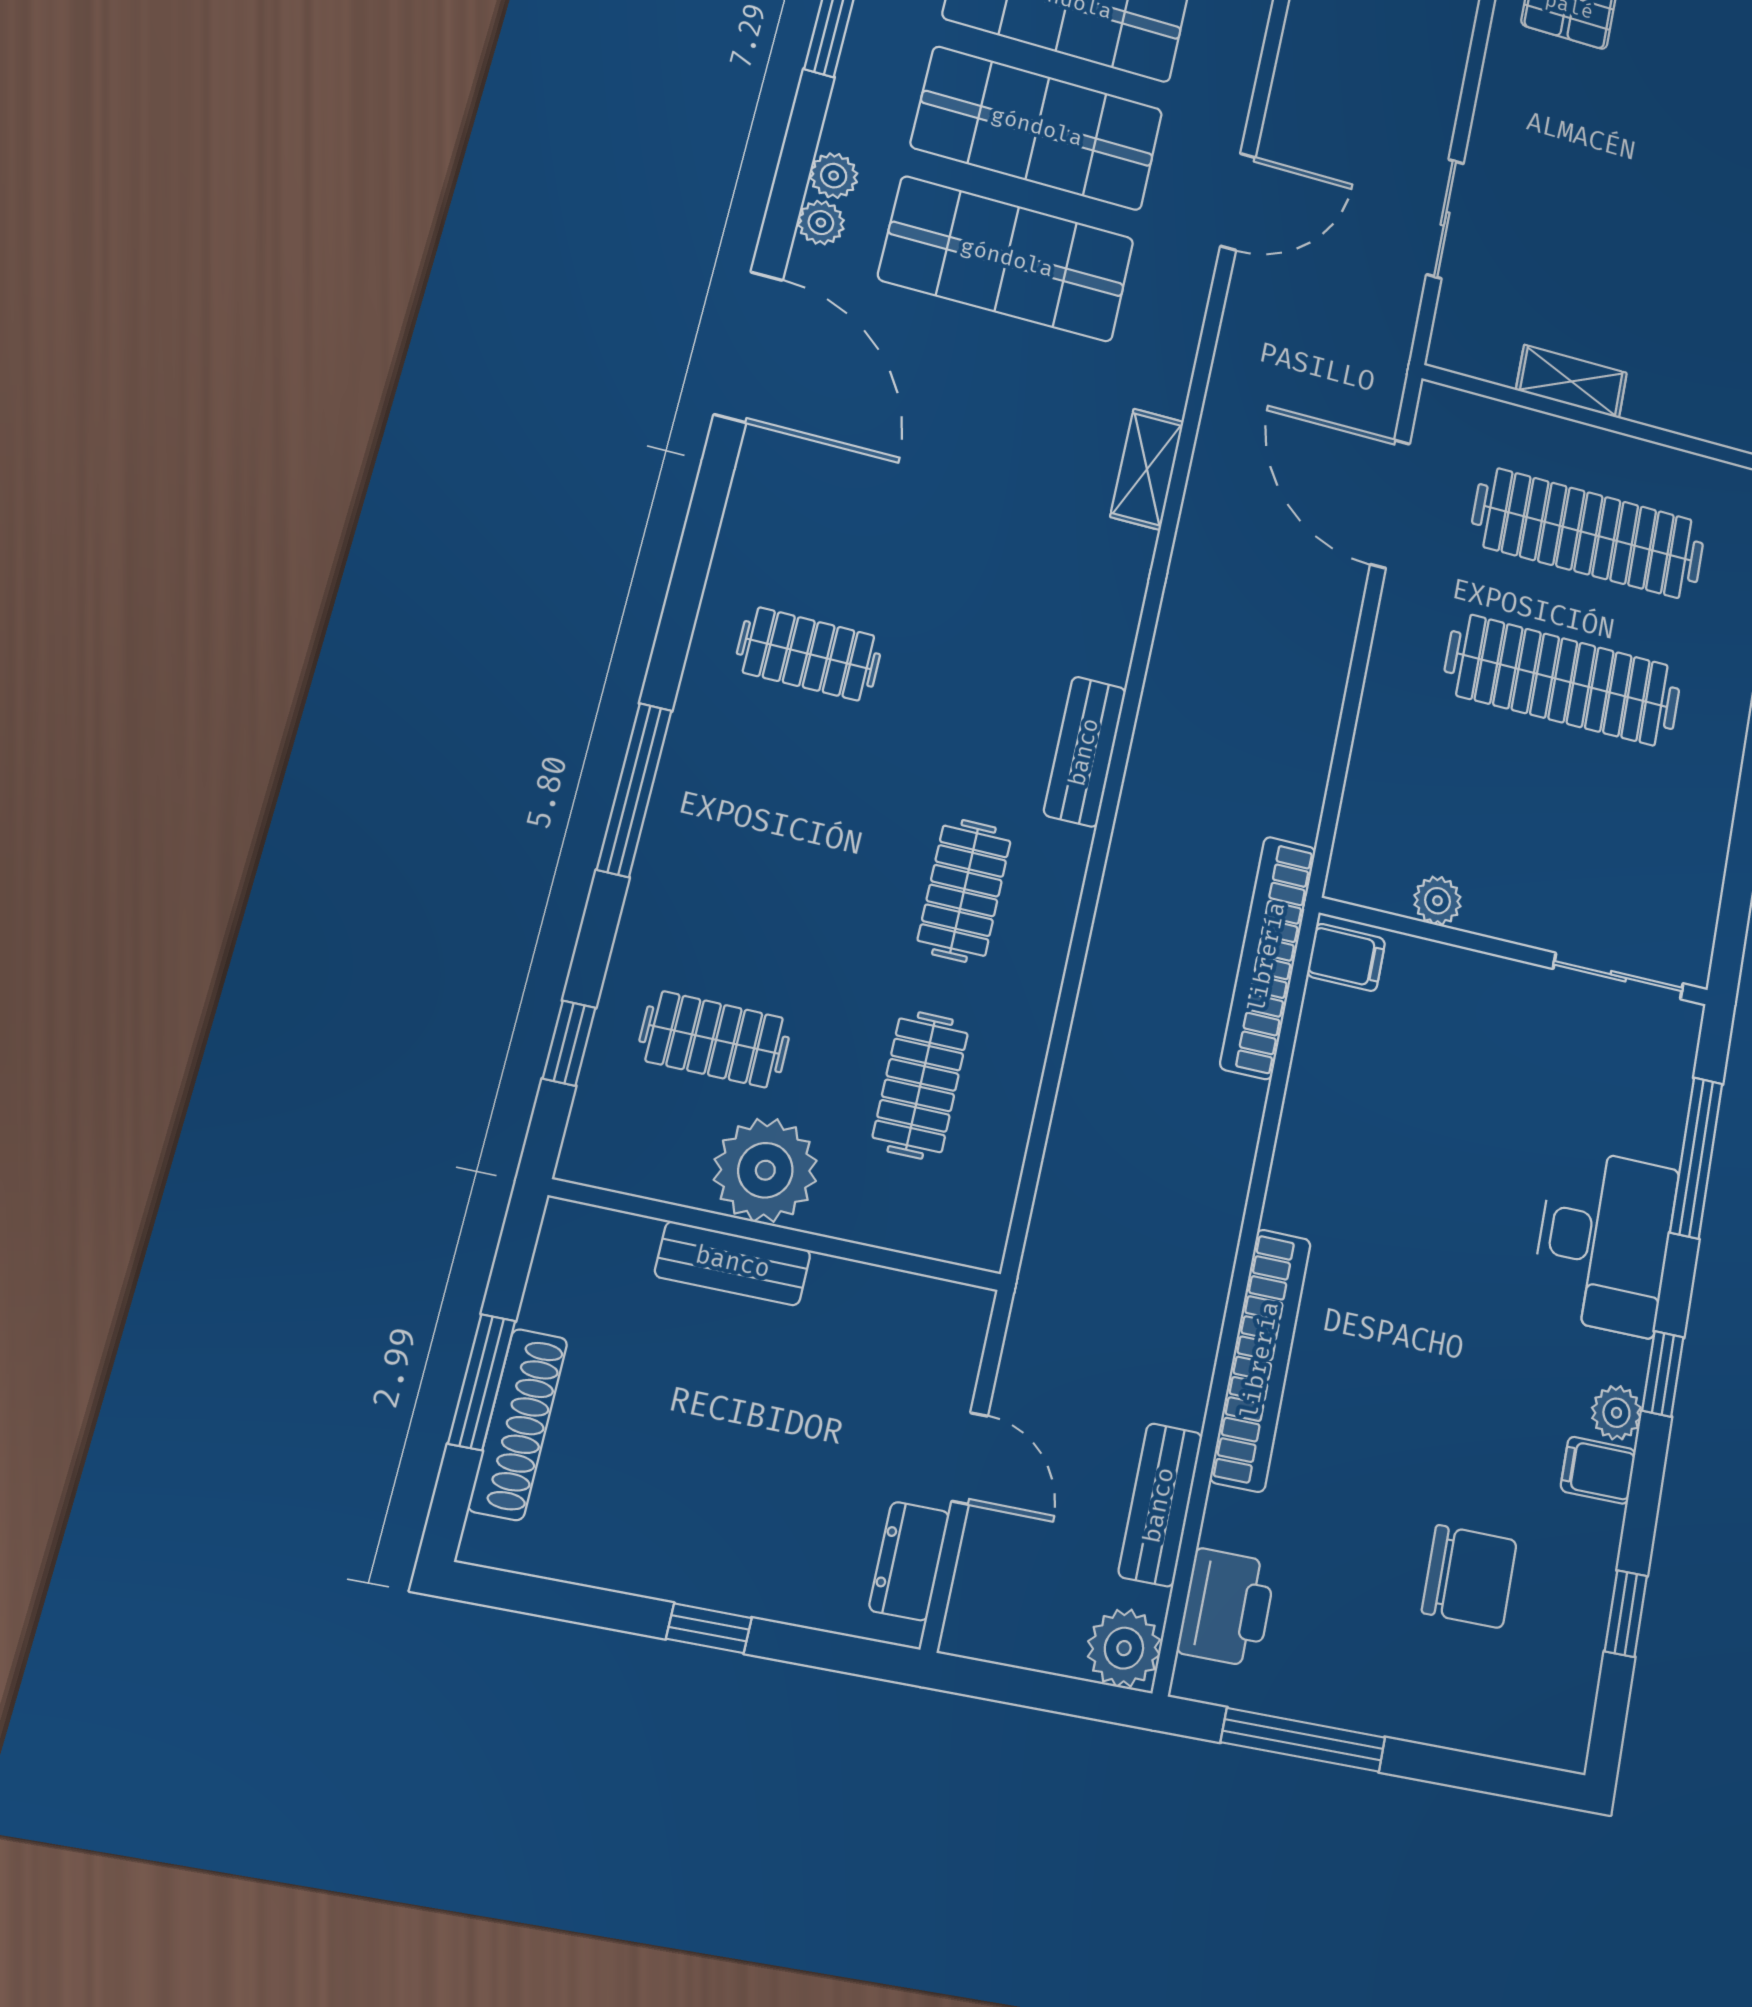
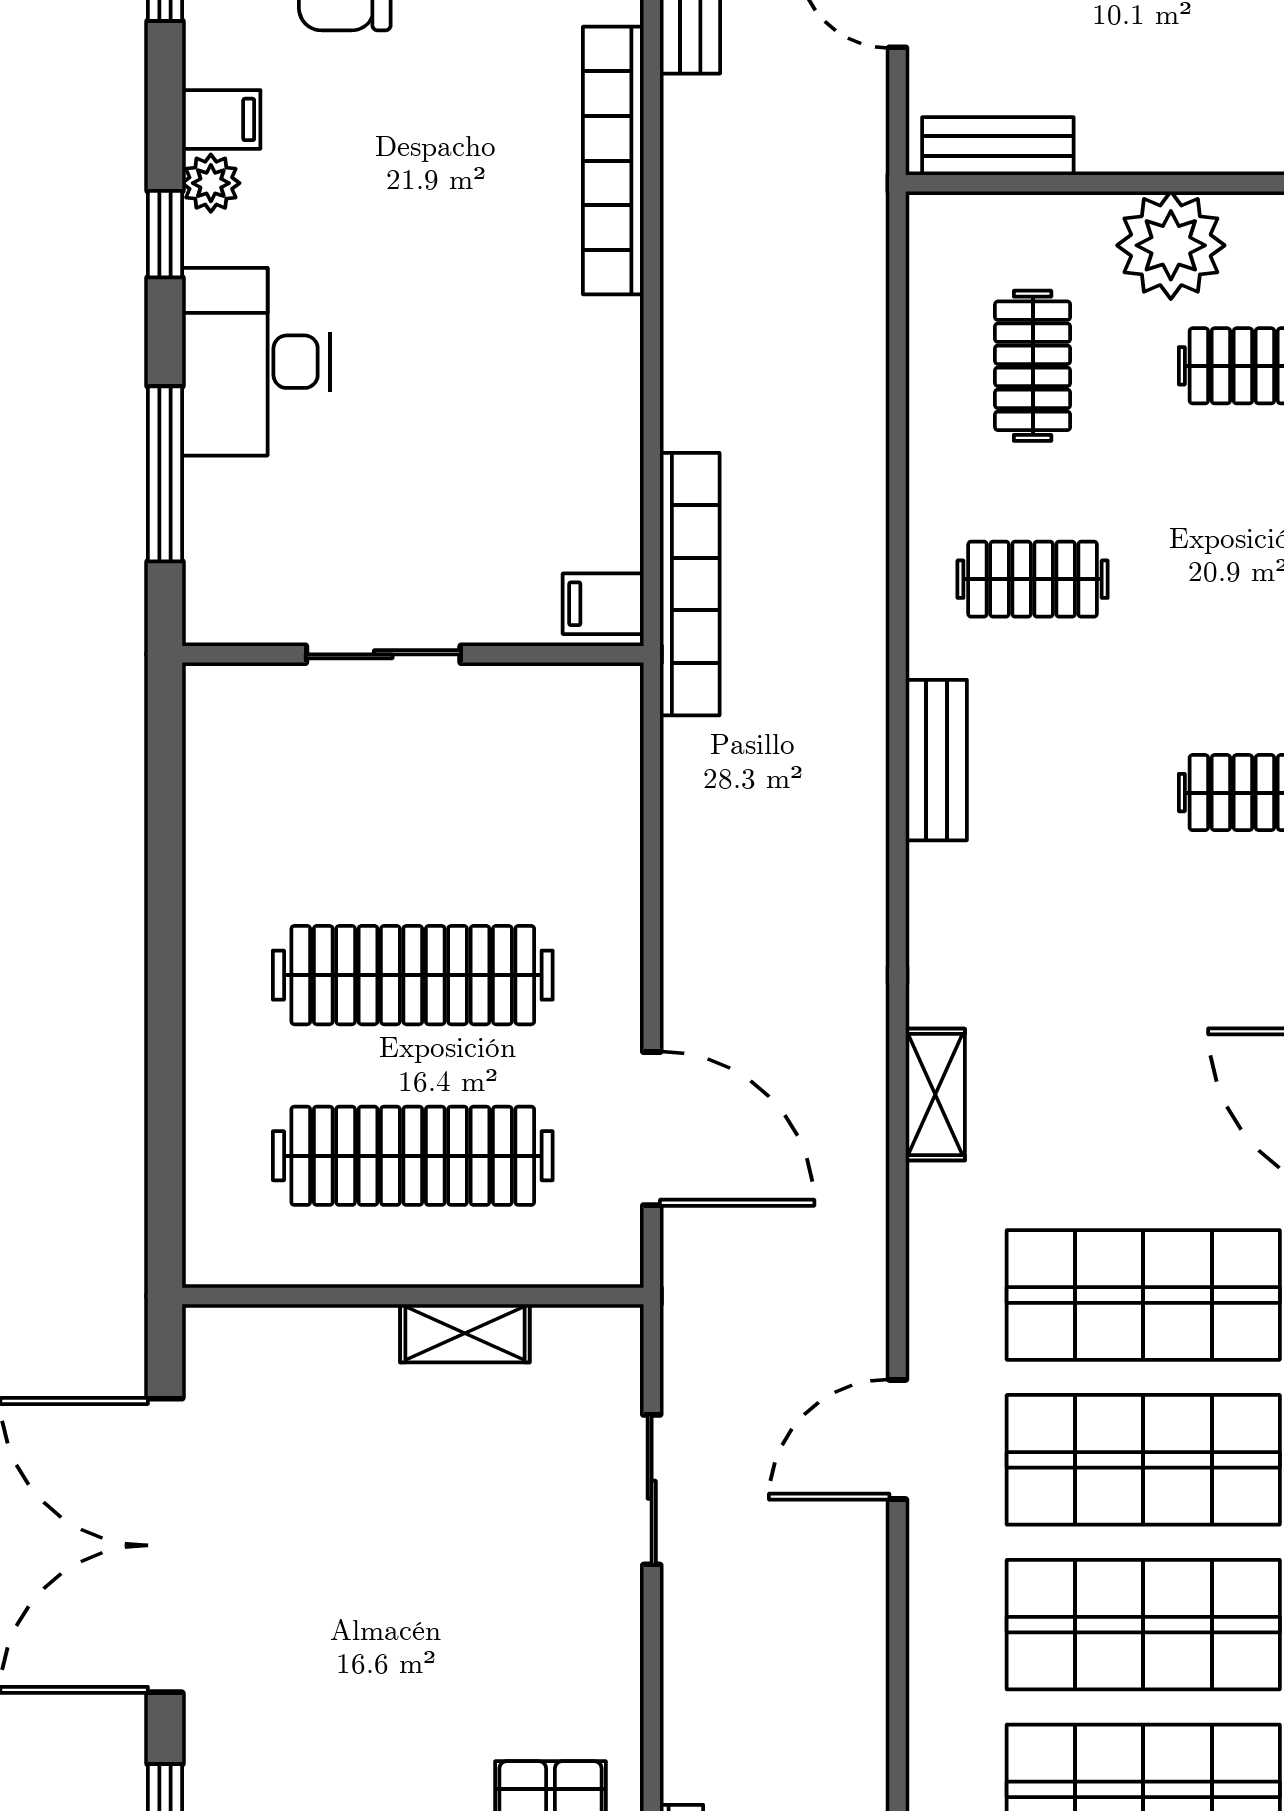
clothes rail: (964, 891) -> (1033, 579), turned 90
plant: (1437, 901) -> (512, 690), removed
sliding door: (1618, 976) -> (383, 654), moved
bench: (733, 1263) -> (998, 146), moved

